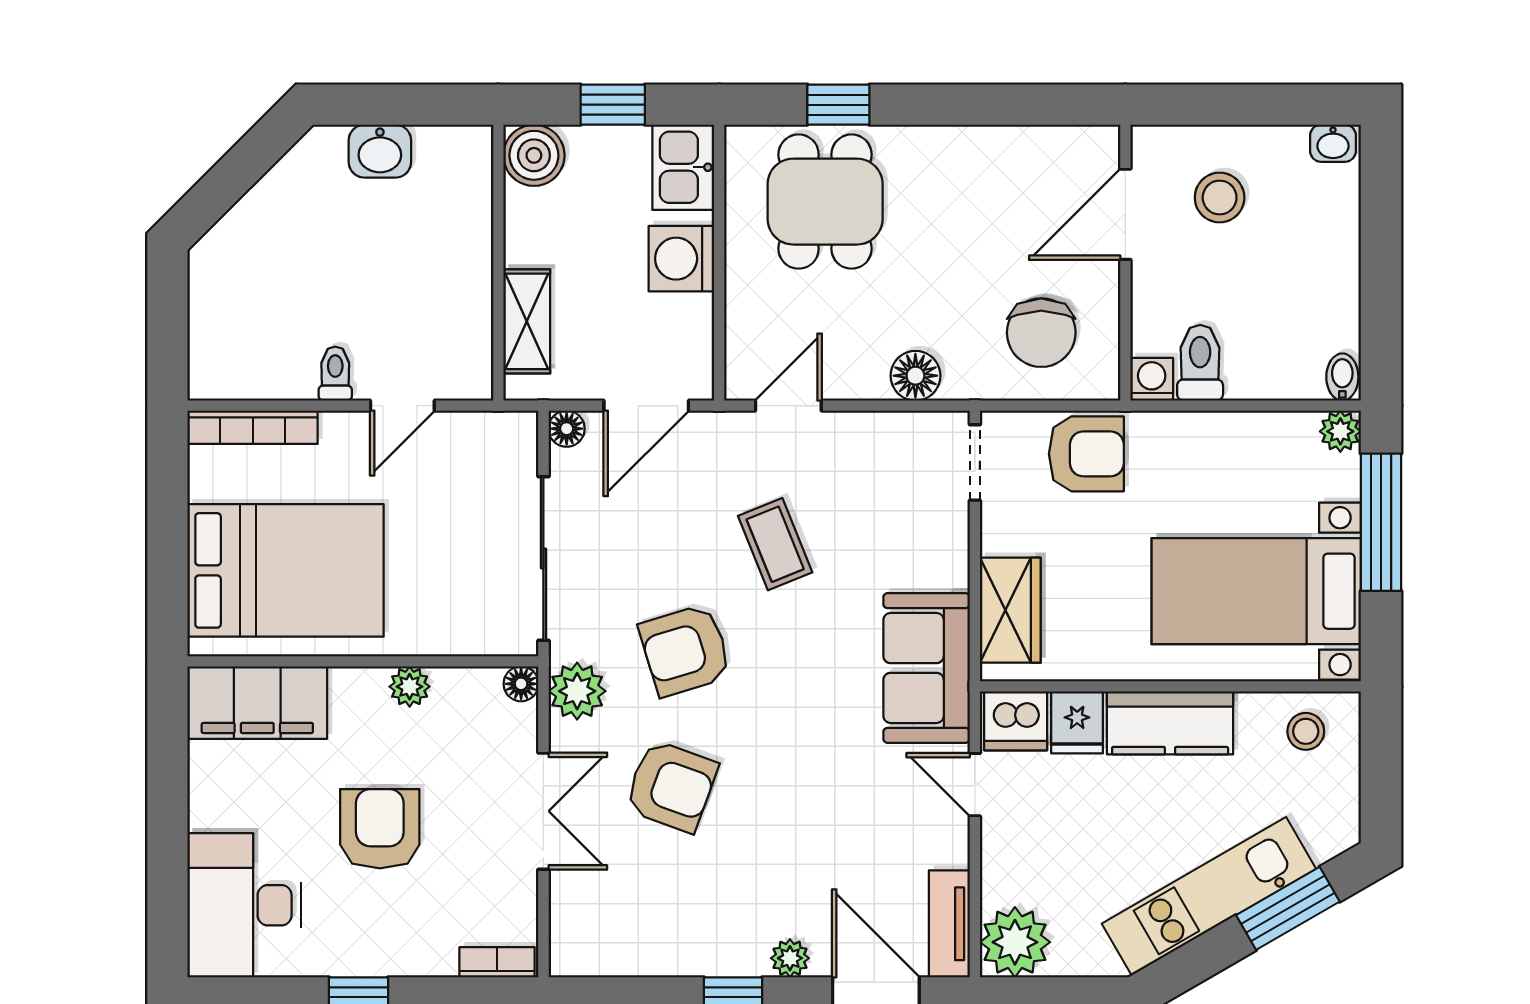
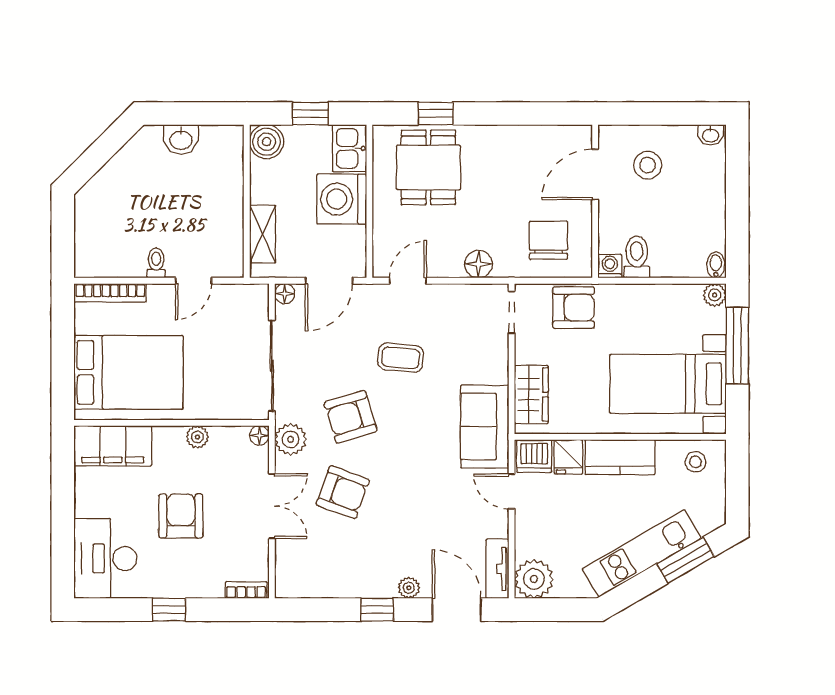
washing machine: (681, 259) -> (342, 199), width x1.37, depth x1.37
chair: (1041, 333) -> (548, 240), turned 180
coffee table: (775, 544) -> (401, 358), turned -63

